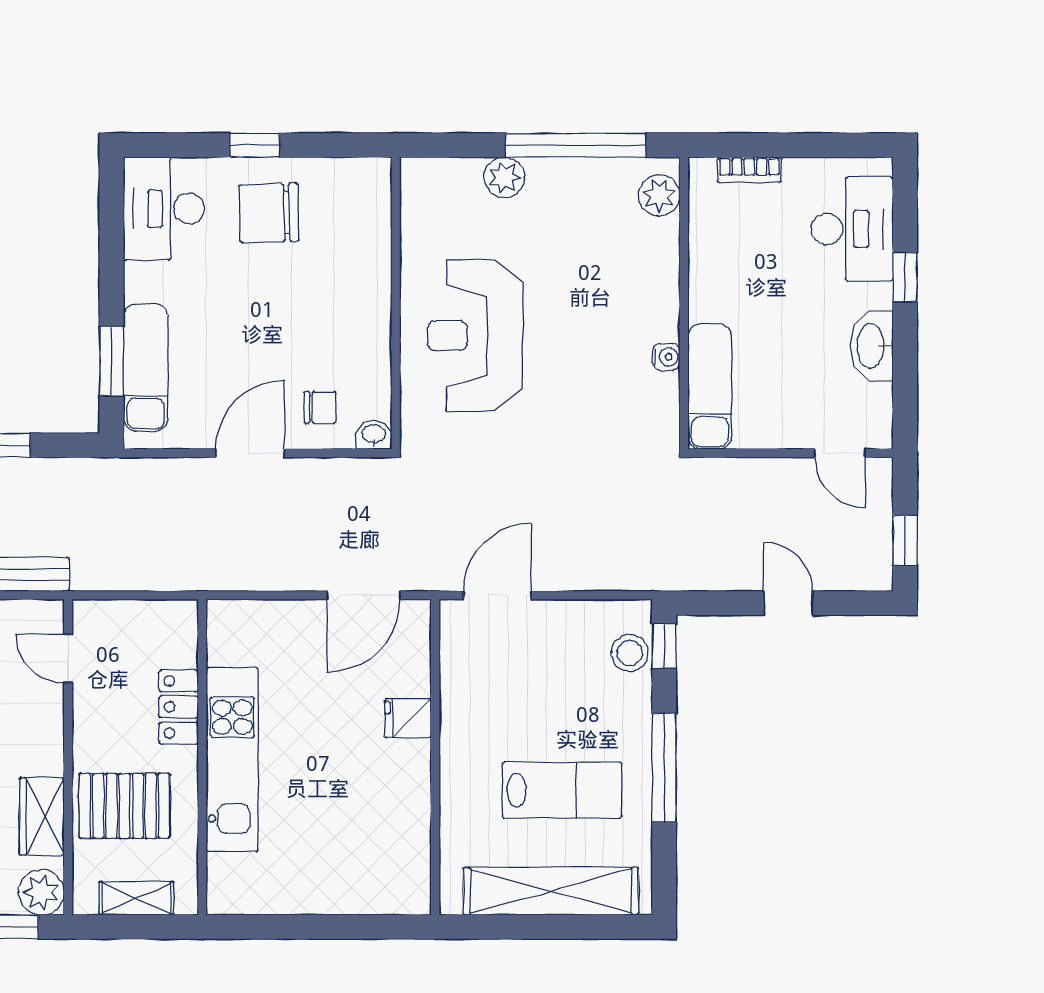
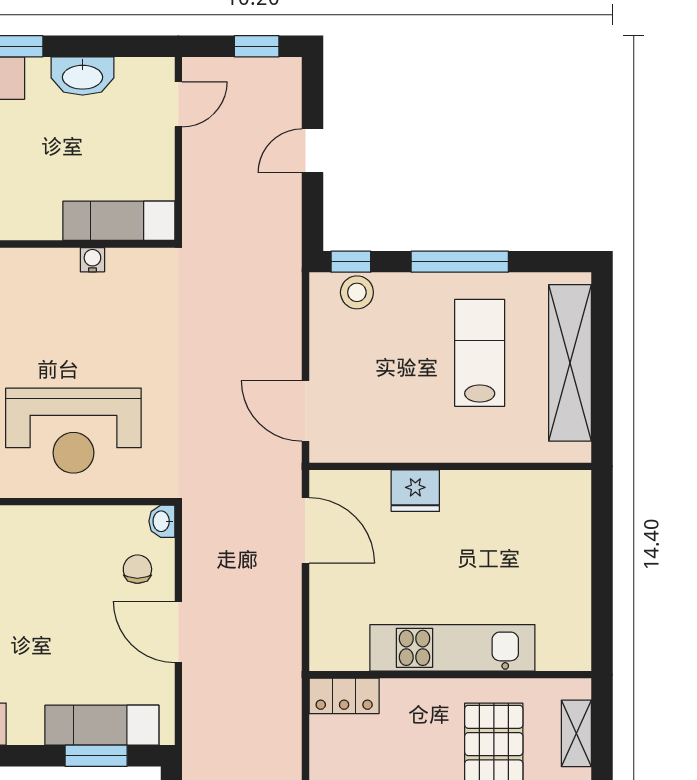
locker: (179, 707) -> (344, 696), moved
fridge: (408, 718) -> (415, 491), width x1.38

